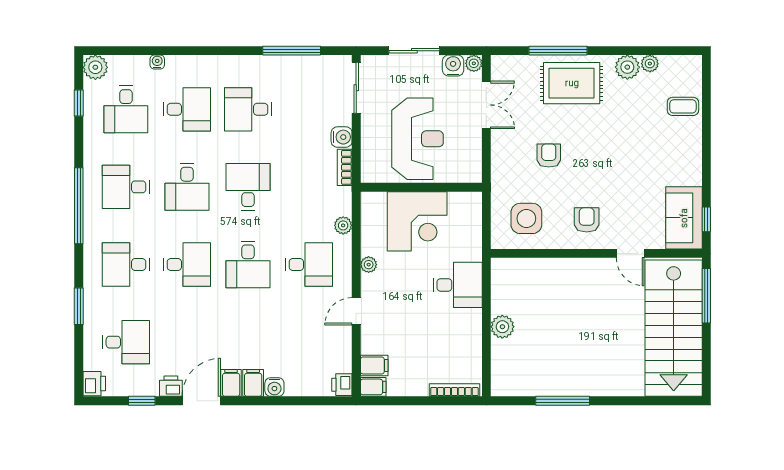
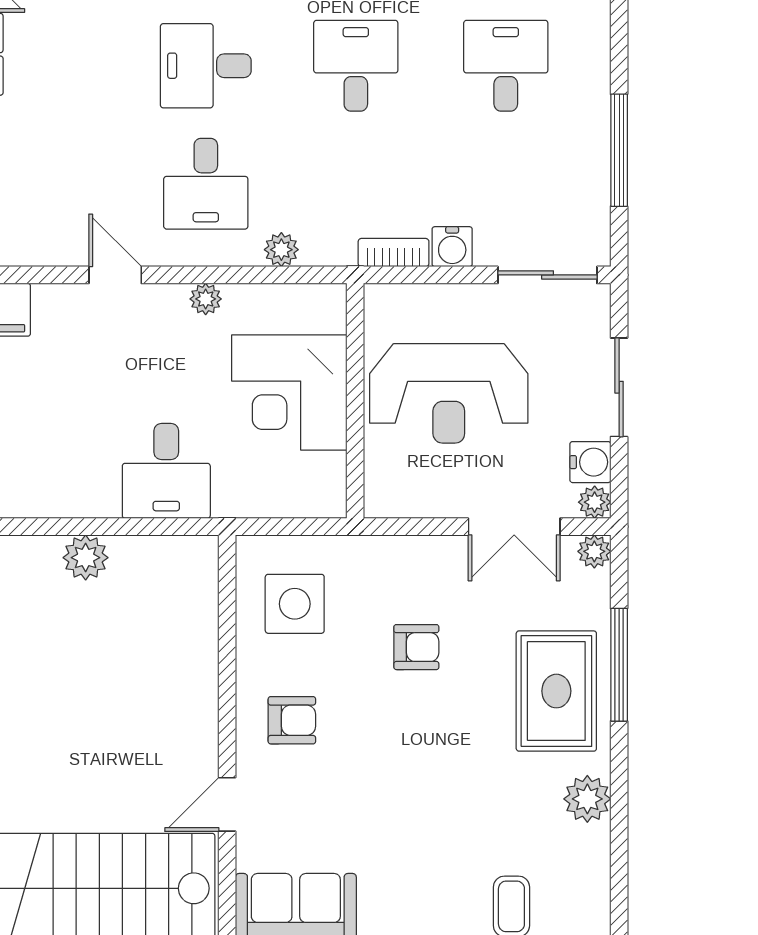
plant: (650, 64) -> (594, 551), moved
desk: (248, 187) -> (356, 66), turned -90

